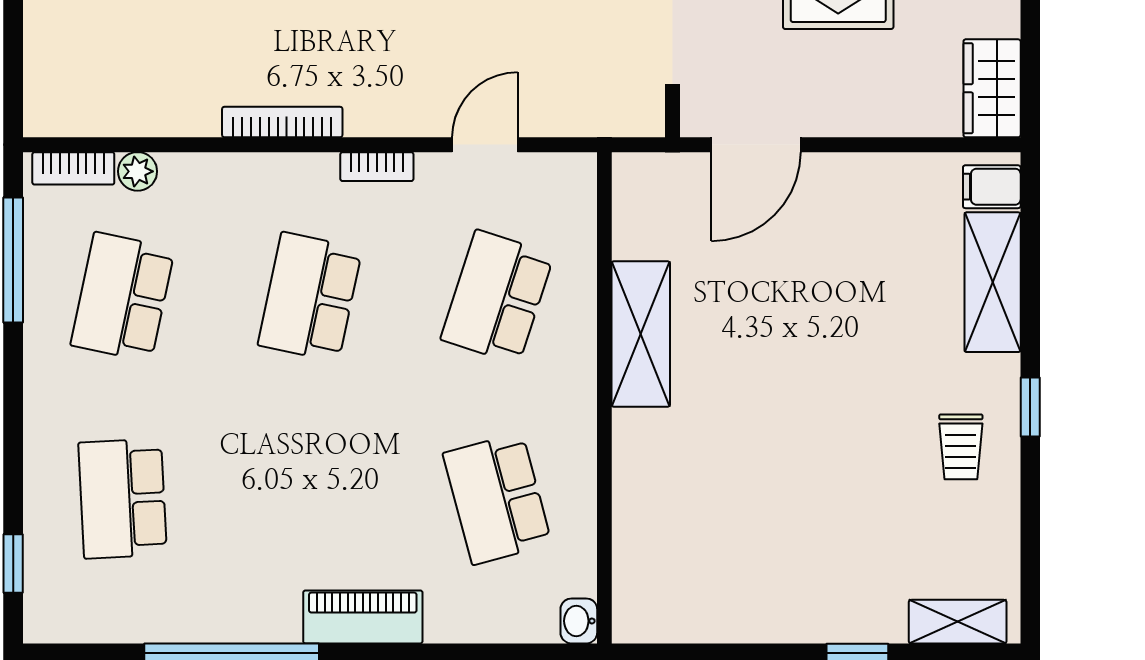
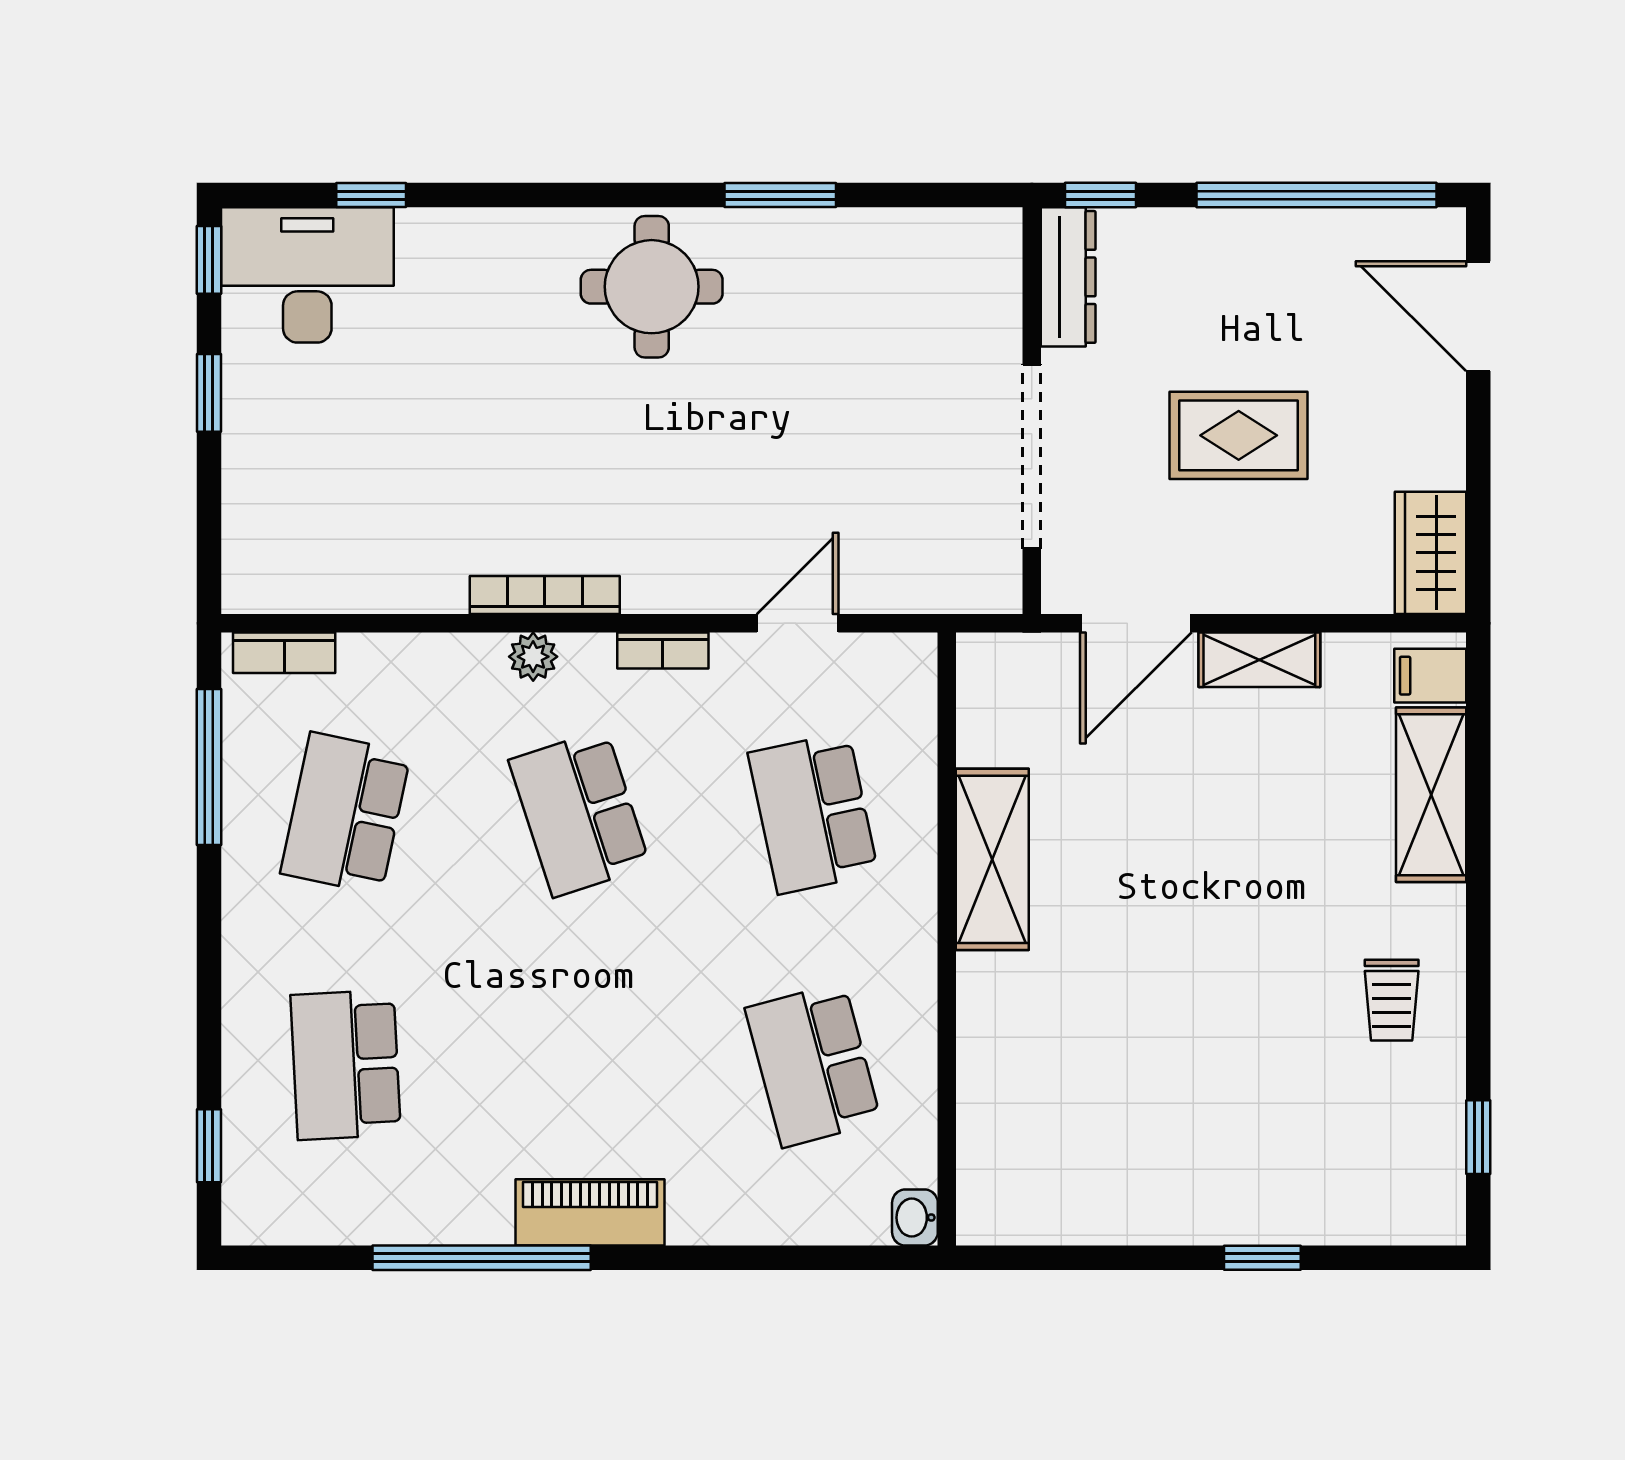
plant: (138, 171) -> (533, 657), moved
school desk: (310, 297) -> (579, 813), turned -30
school desk: (497, 297) -> (813, 813), turned -30
window: (1030, 407) -> (1478, 1137), moved
piano: (363, 617) -> (590, 1212), moved
shelving: (958, 622) -> (1259, 660), moved

